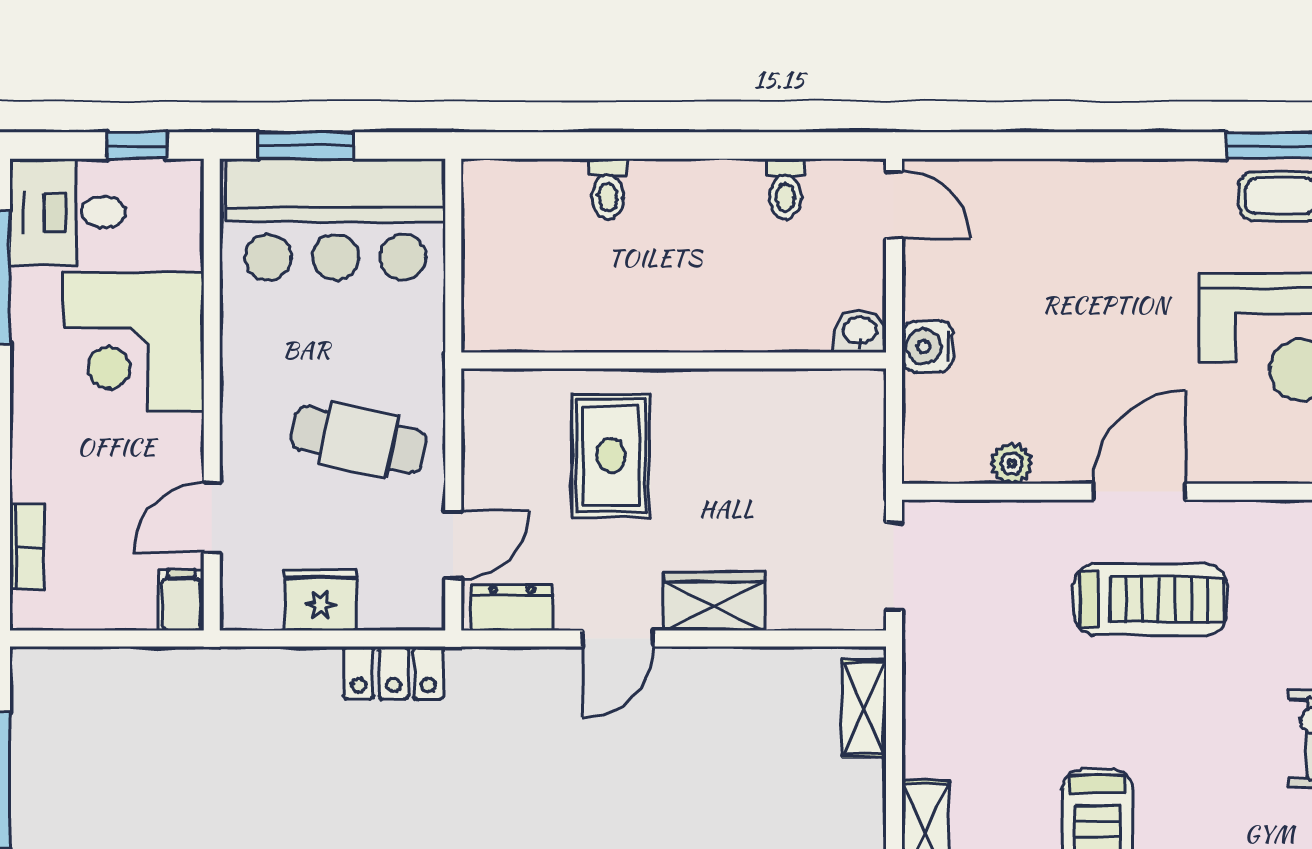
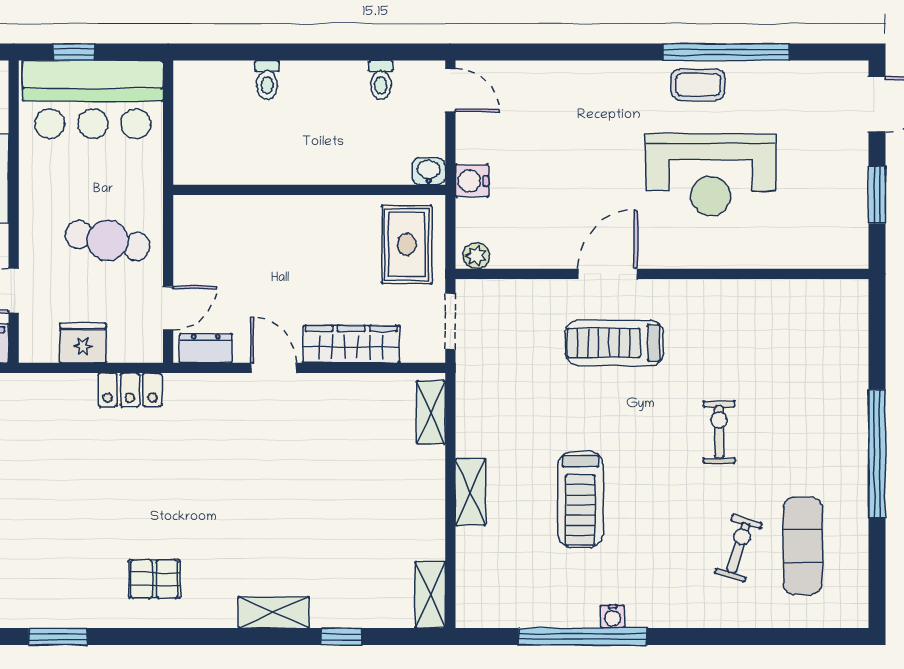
window: (306, 145) -> (74, 52), width x0.67
rug: (611, 455) -> (407, 245), moved
plant: (1012, 463) -> (476, 256), moved
treadmill: (1150, 600) -> (614, 343), turned 180
wardrobe: (714, 602) -> (351, 344), width x1.50
door: (618, 639) -> (274, 368), swing flipped

